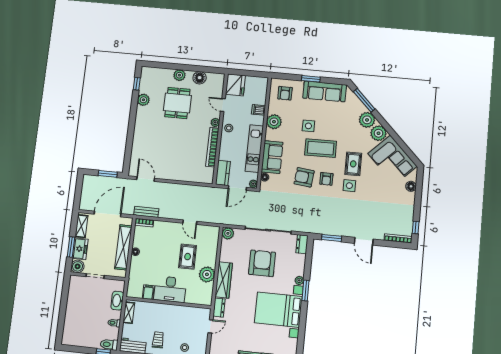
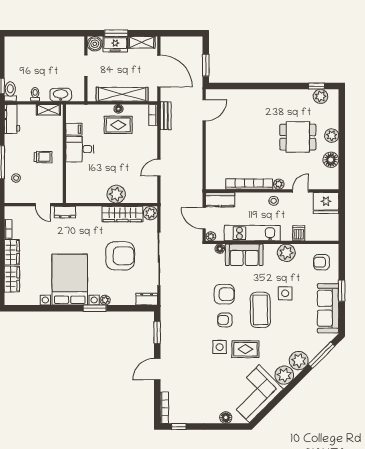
plant: (143, 100) -> (320, 96), moved
armchair: (304, 177) -> (224, 294), turned 84
rug: (188, 257) -> (118, 125), moved
plant: (207, 274) -> (116, 194), moved
wardrobe: (224, 280) -> (122, 214), moved
desk: (170, 289) -> (80, 149), width x0.73
trolley: (158, 340) -> (43, 157), moved

